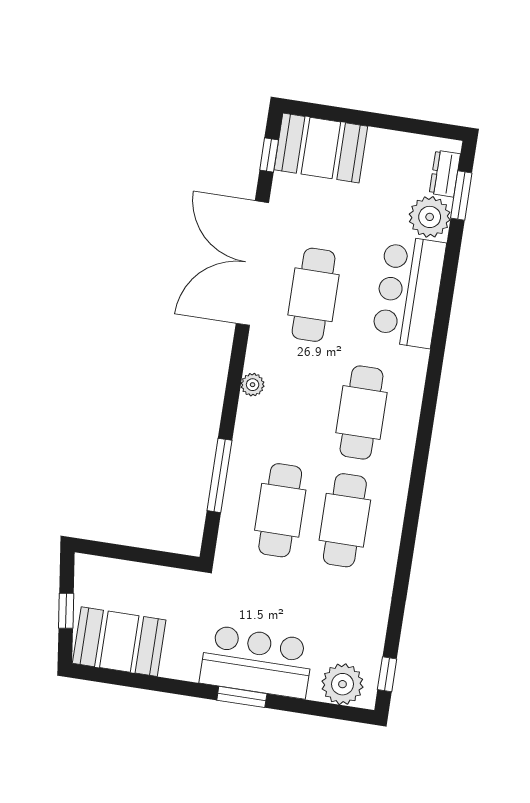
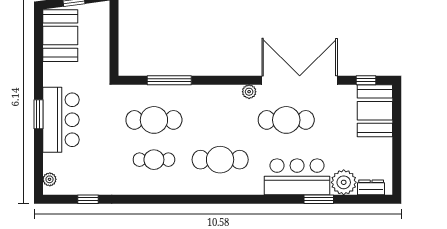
window: (461, 195) -> (319, 199), moved
plant: (253, 385) -> (249, 92), moved
cafe table: (345, 520) -> (154, 160), width x0.73, depth x0.74
window: (387, 674) -> (88, 199), moved
plant: (342, 684) -> (50, 179), width x0.53, depth x0.53

